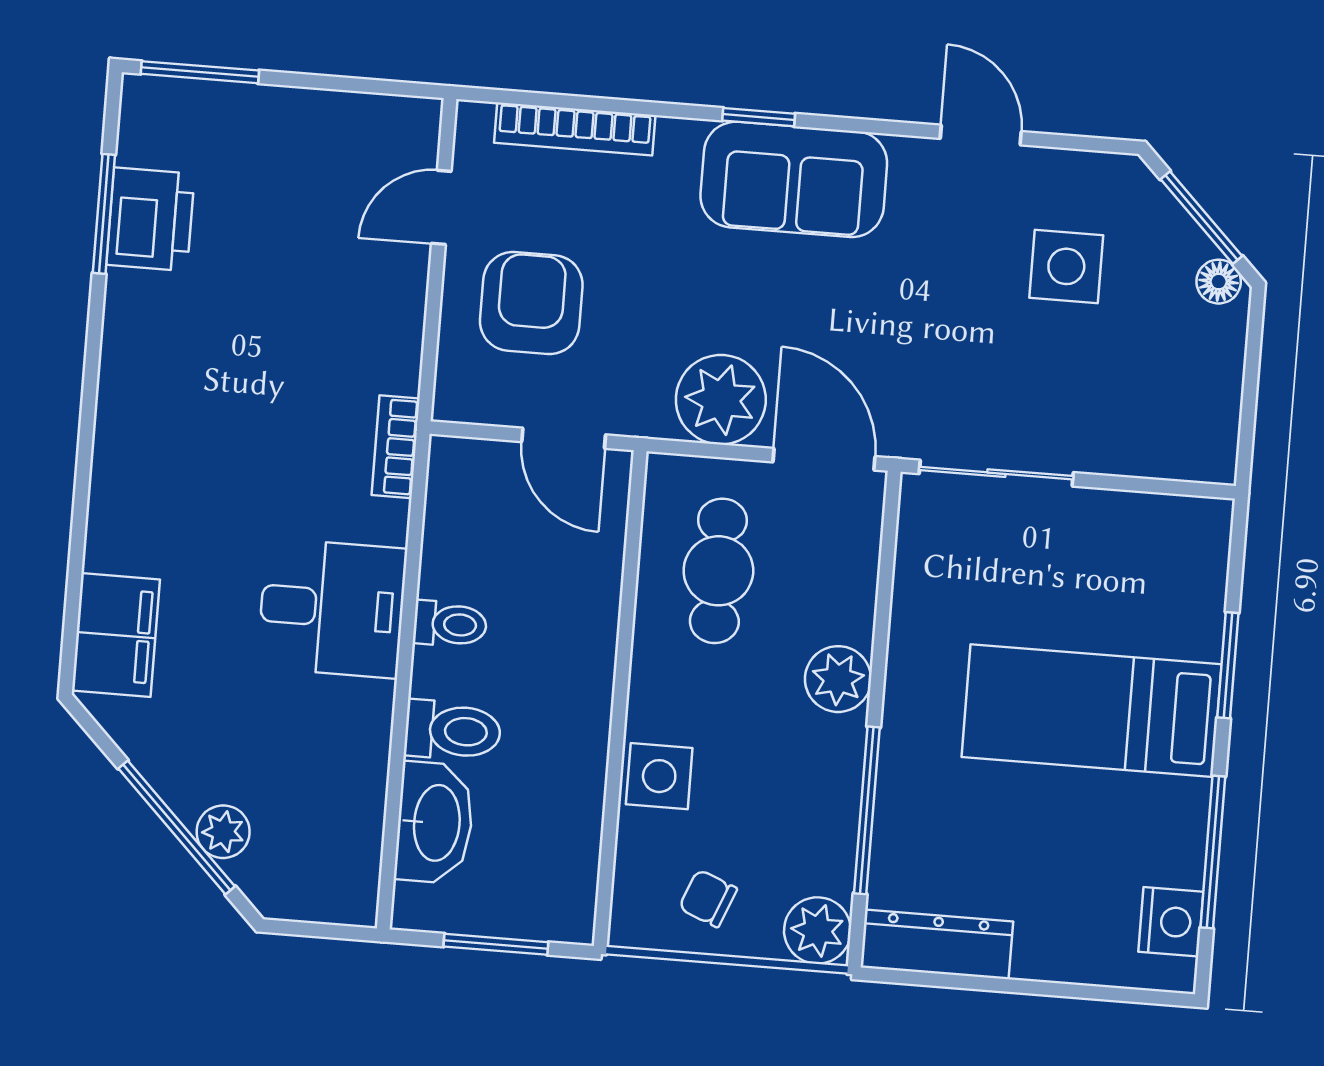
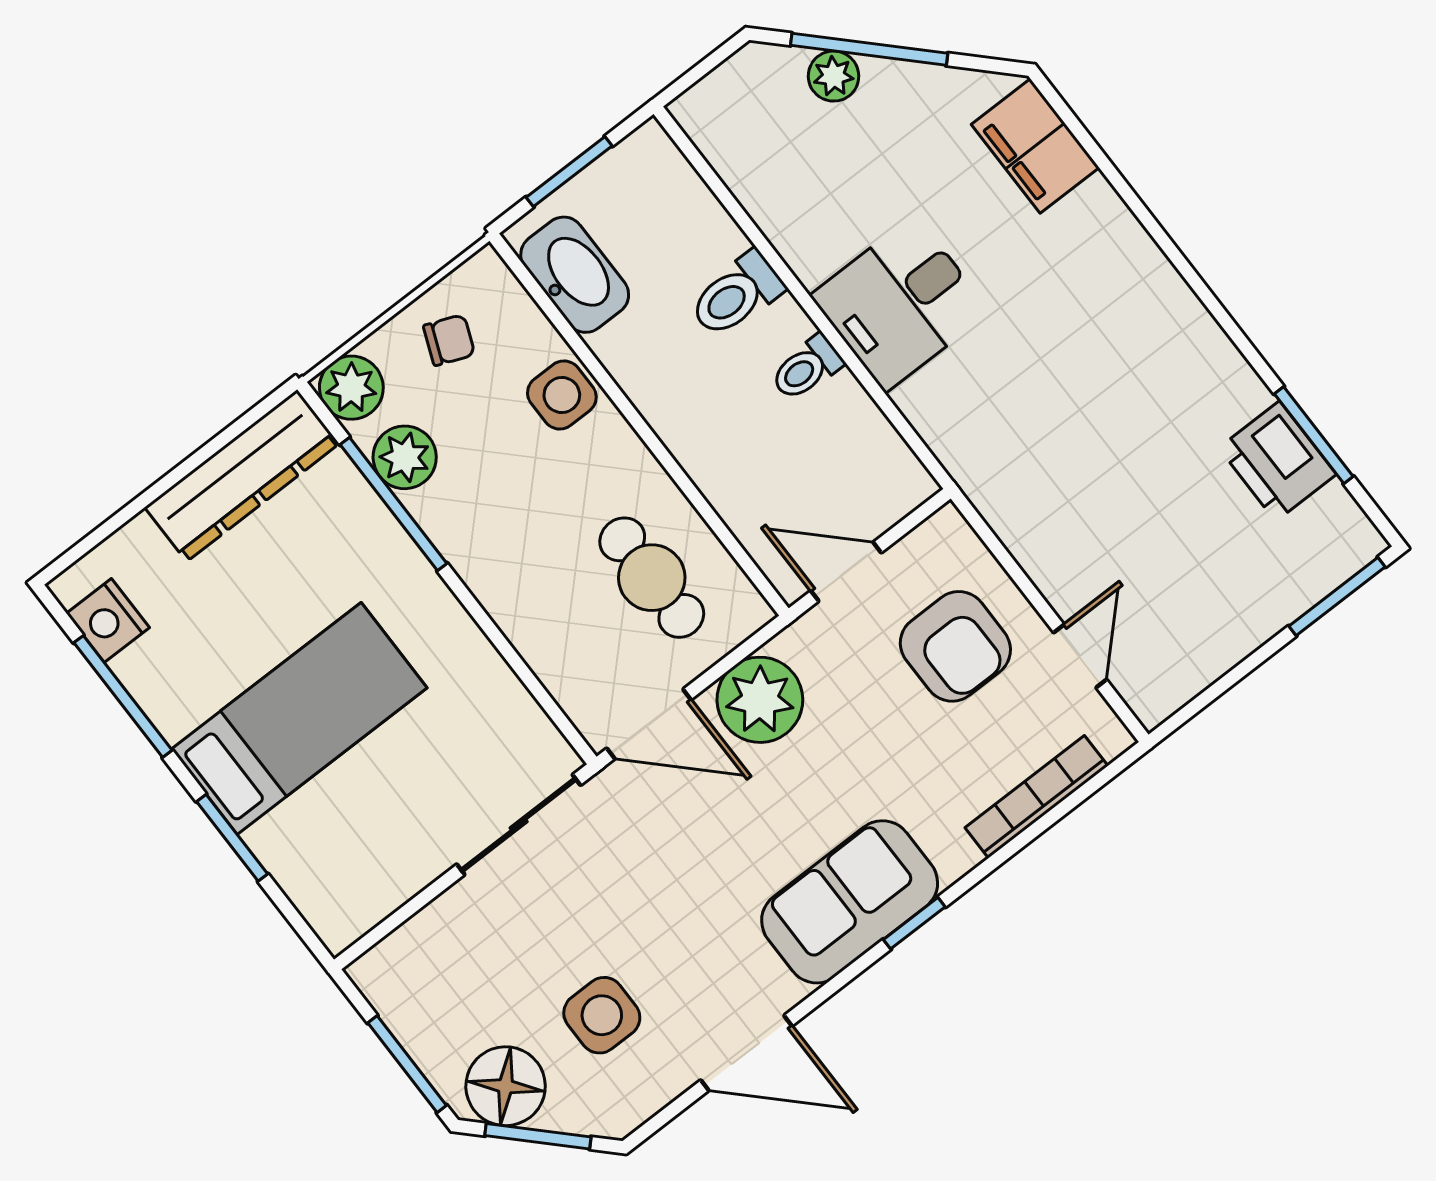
door: (981, 135) -> (746, 1053), width x1.38
floor lamp: (1219, 282) -> (506, 1086), width x1.89, depth x1.89
window: (1252, 366) -> (407, 1064), added
bookcase: (396, 447) -> (959, 458), removed
plant: (838, 679) -> (405, 457), moved
washbasin: (435, 823) -> (575, 275), moved, turned 180
dresser: (937, 944) -> (242, 476), width x1.37, depth x1.24

